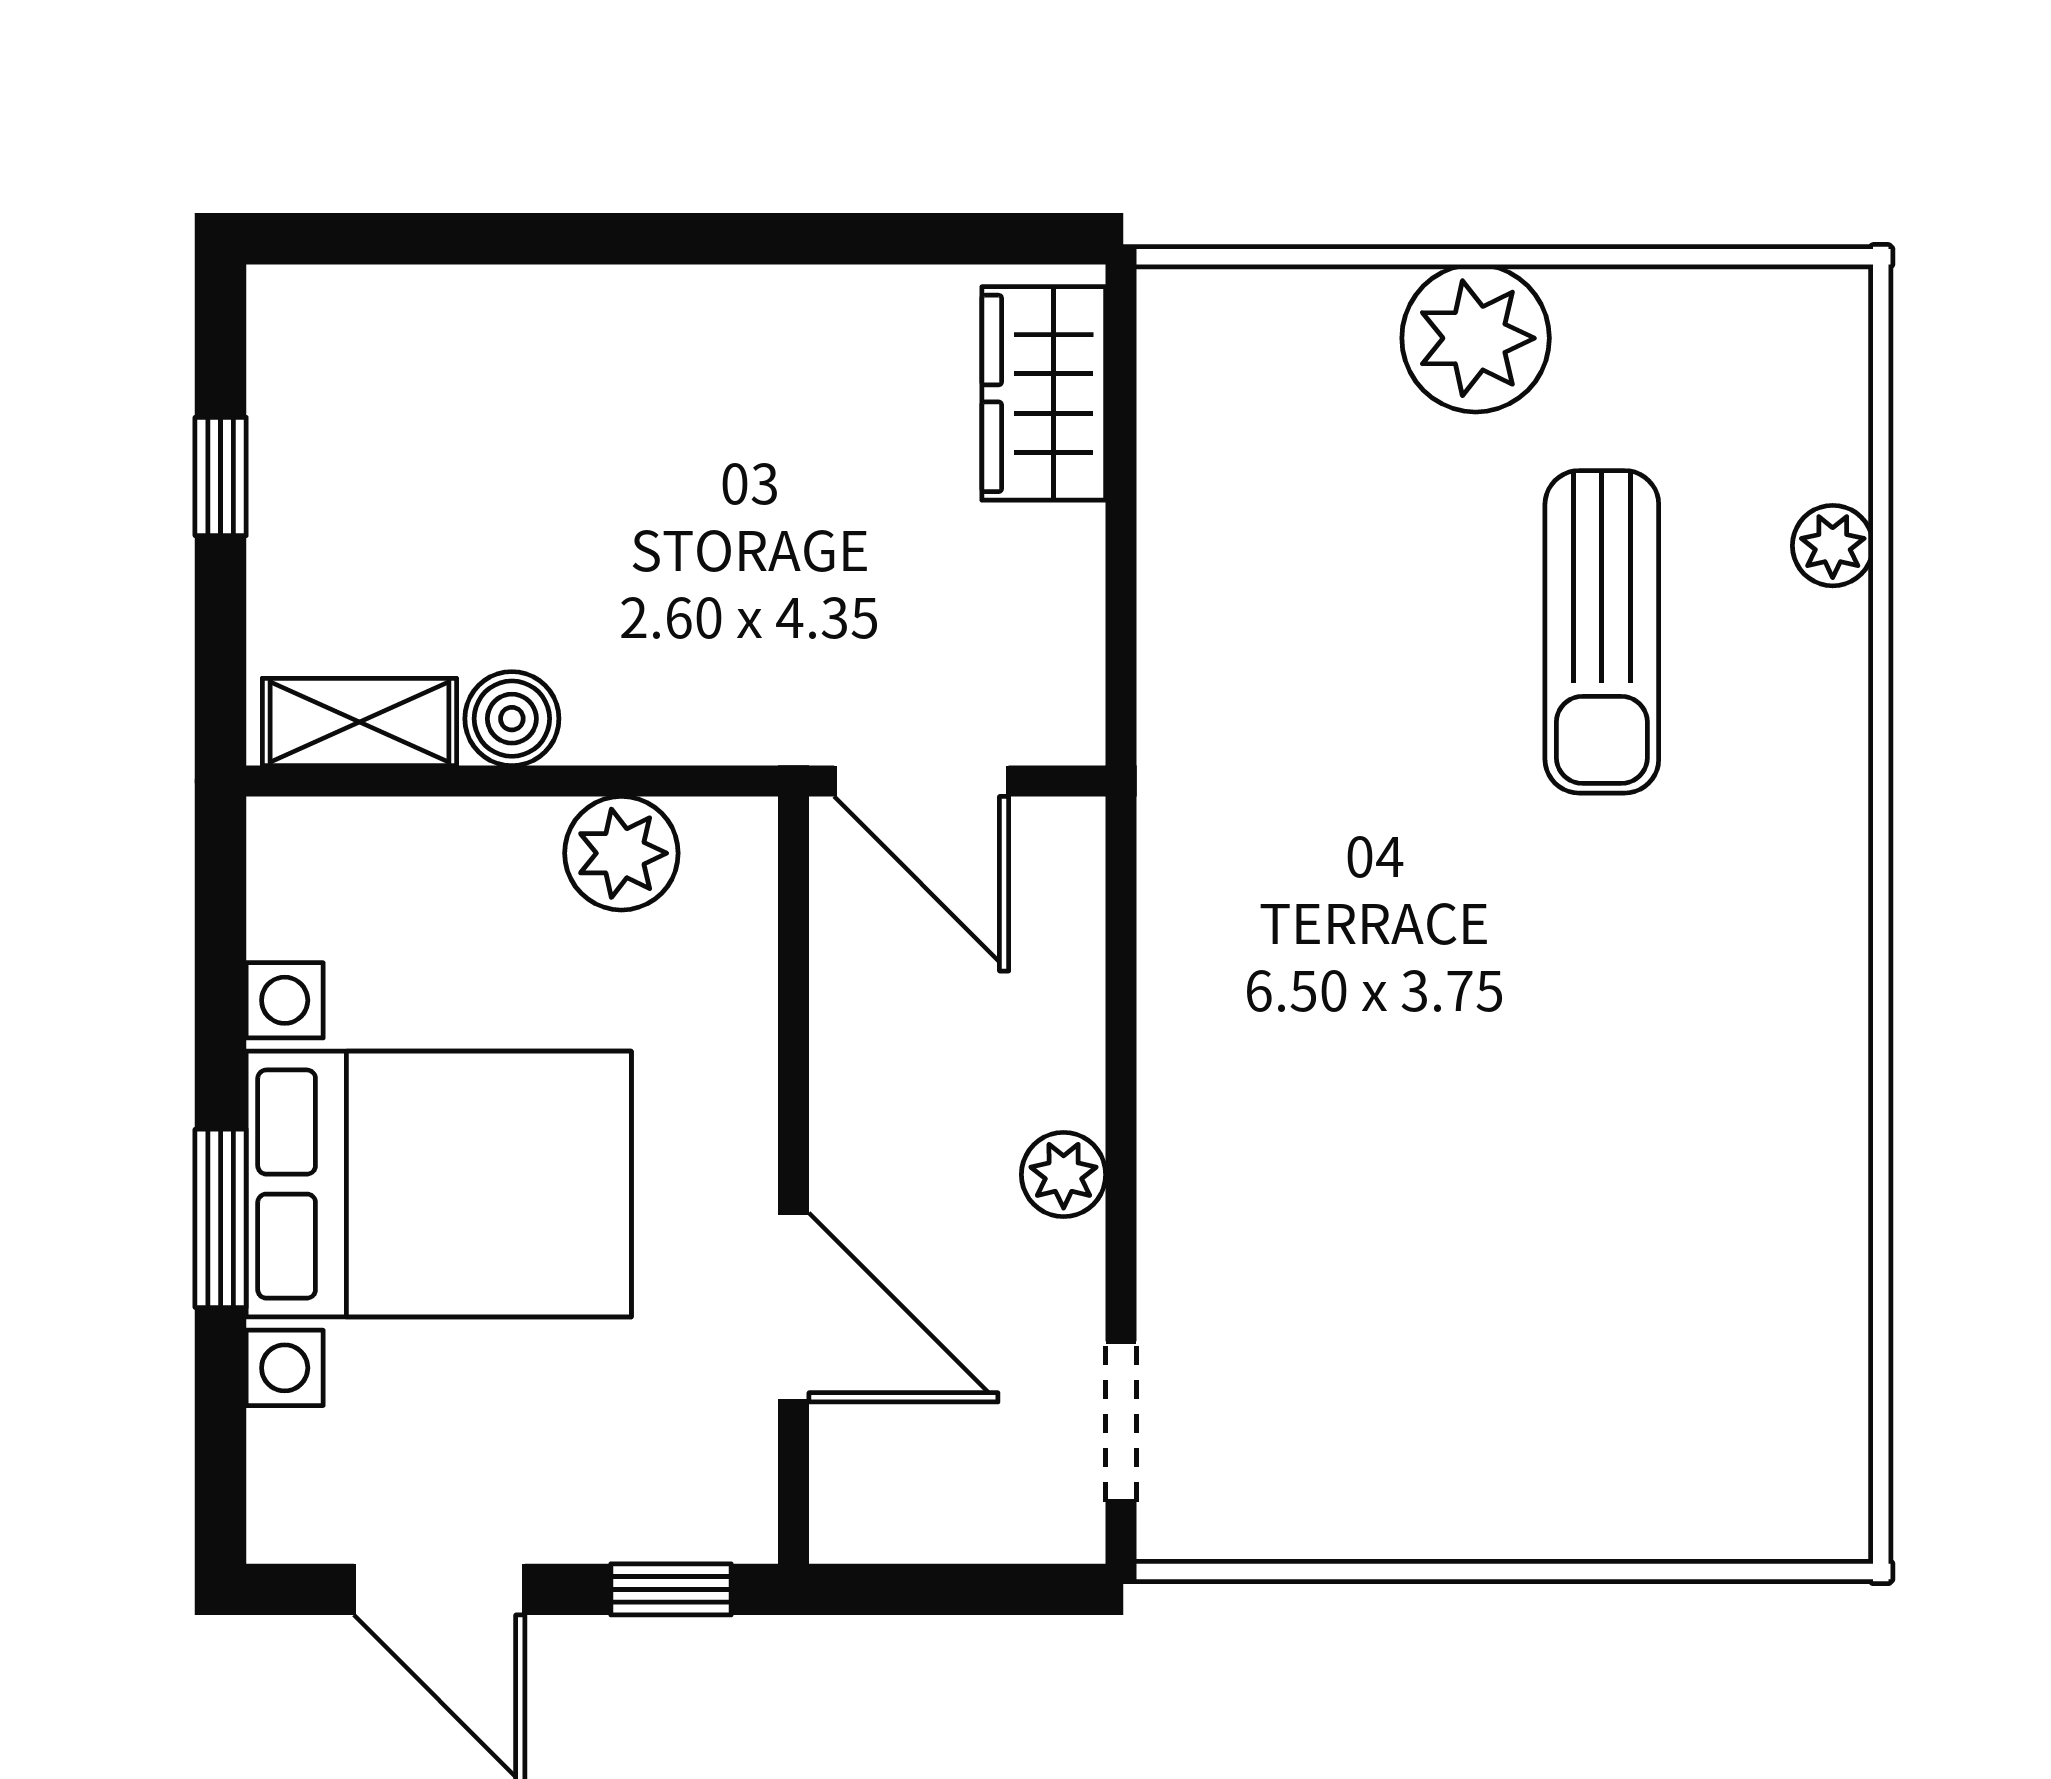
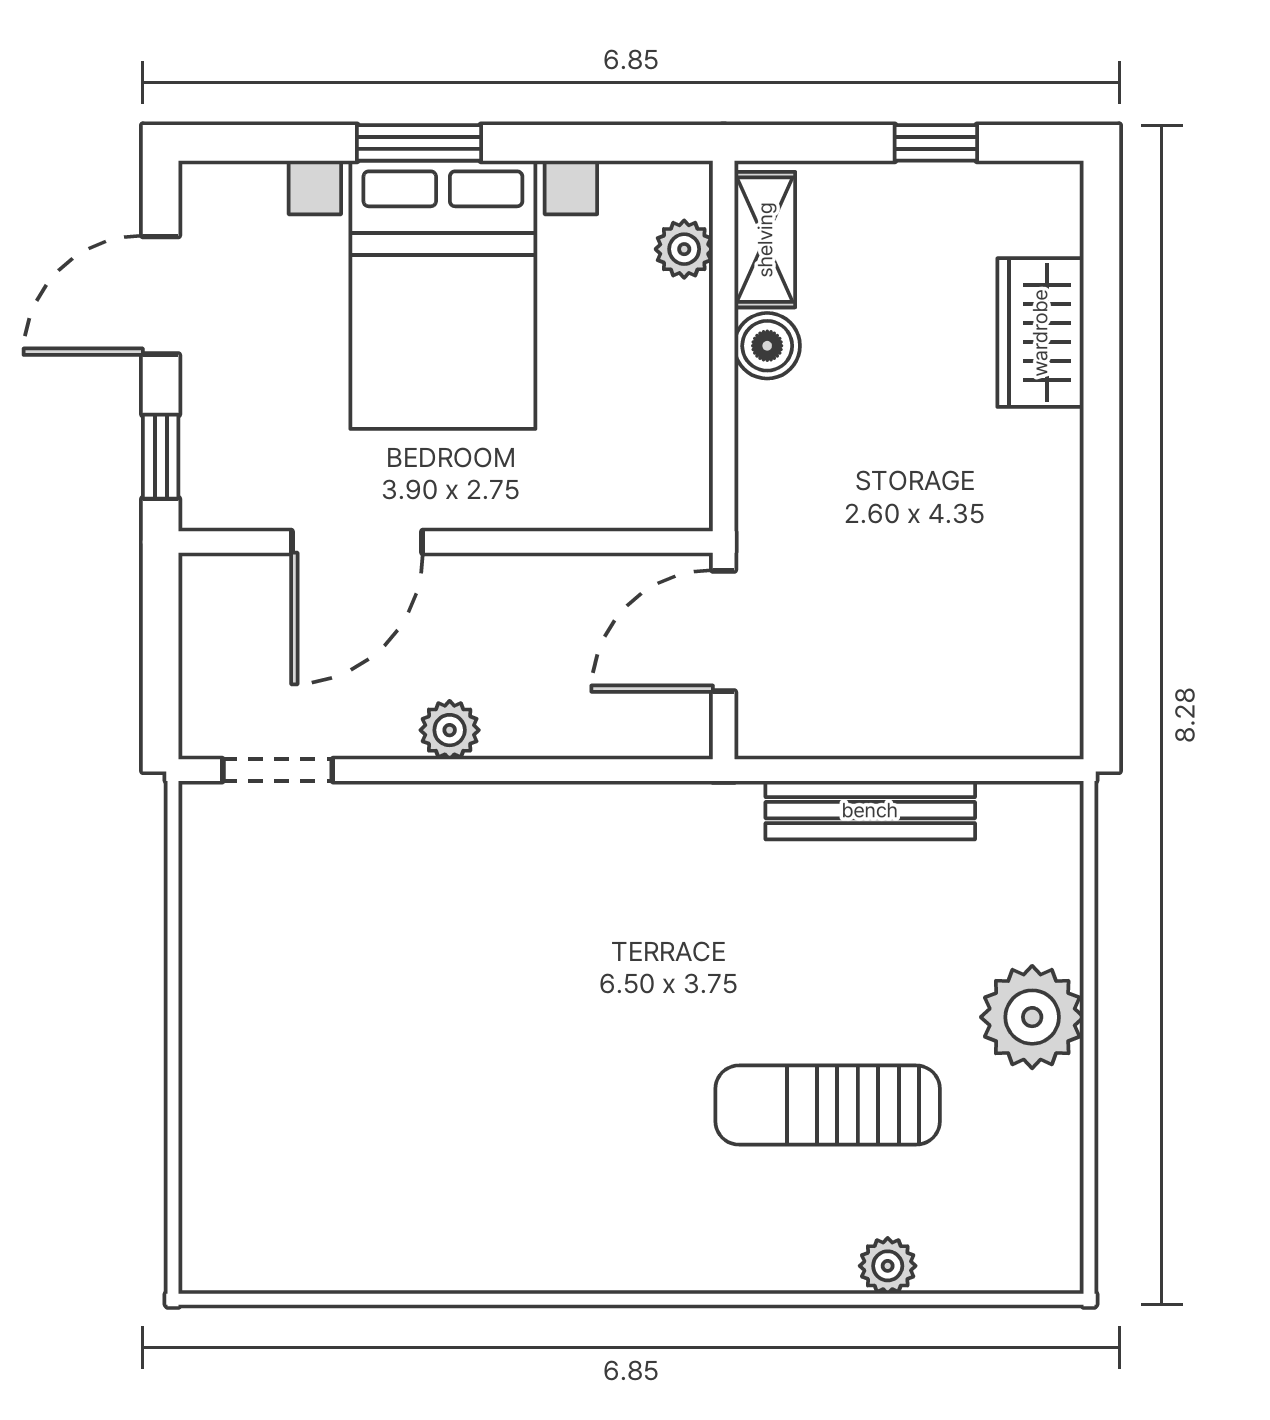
wardrobe: (1044, 393) -> (1040, 333), moved, turned -90
bench: (1178, 571) -> (870, 810), added
plant: (621, 853) -> (684, 249), moved, width x0.73, depth x0.73

